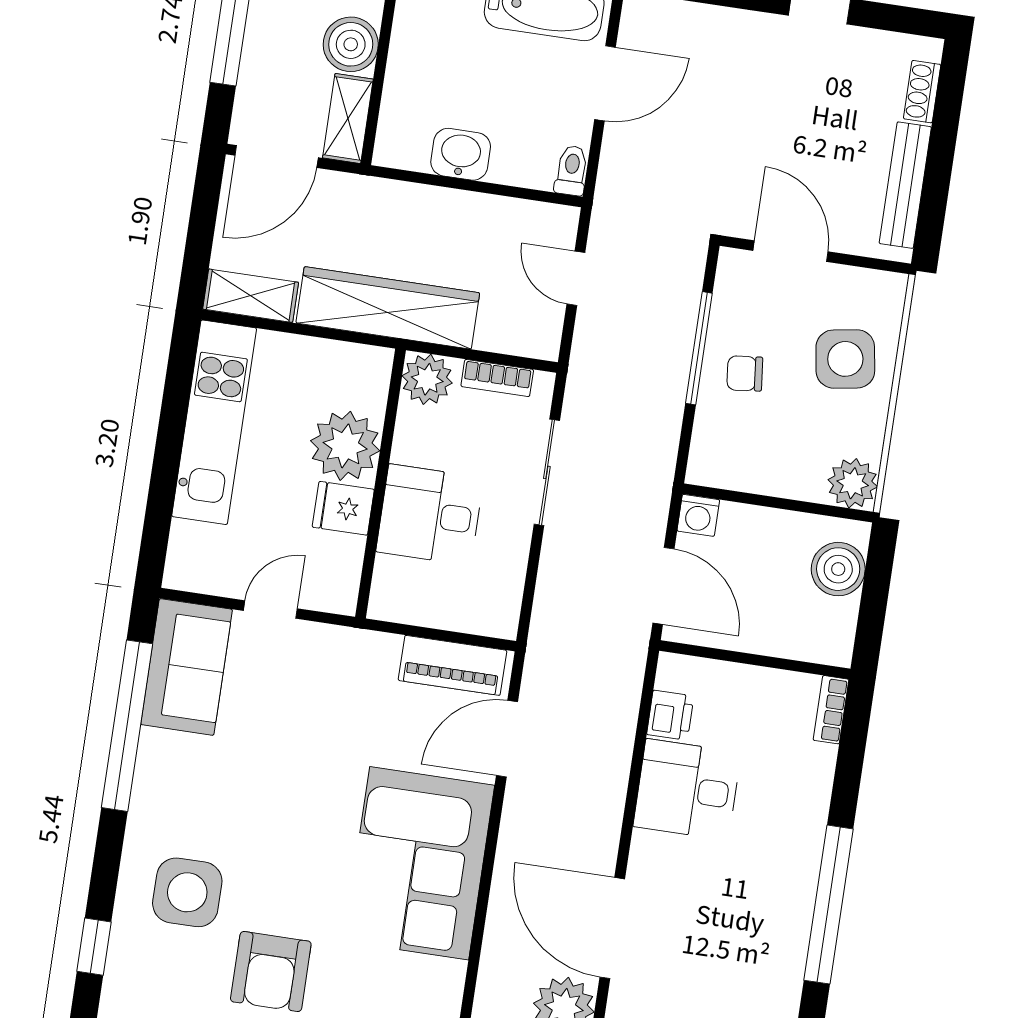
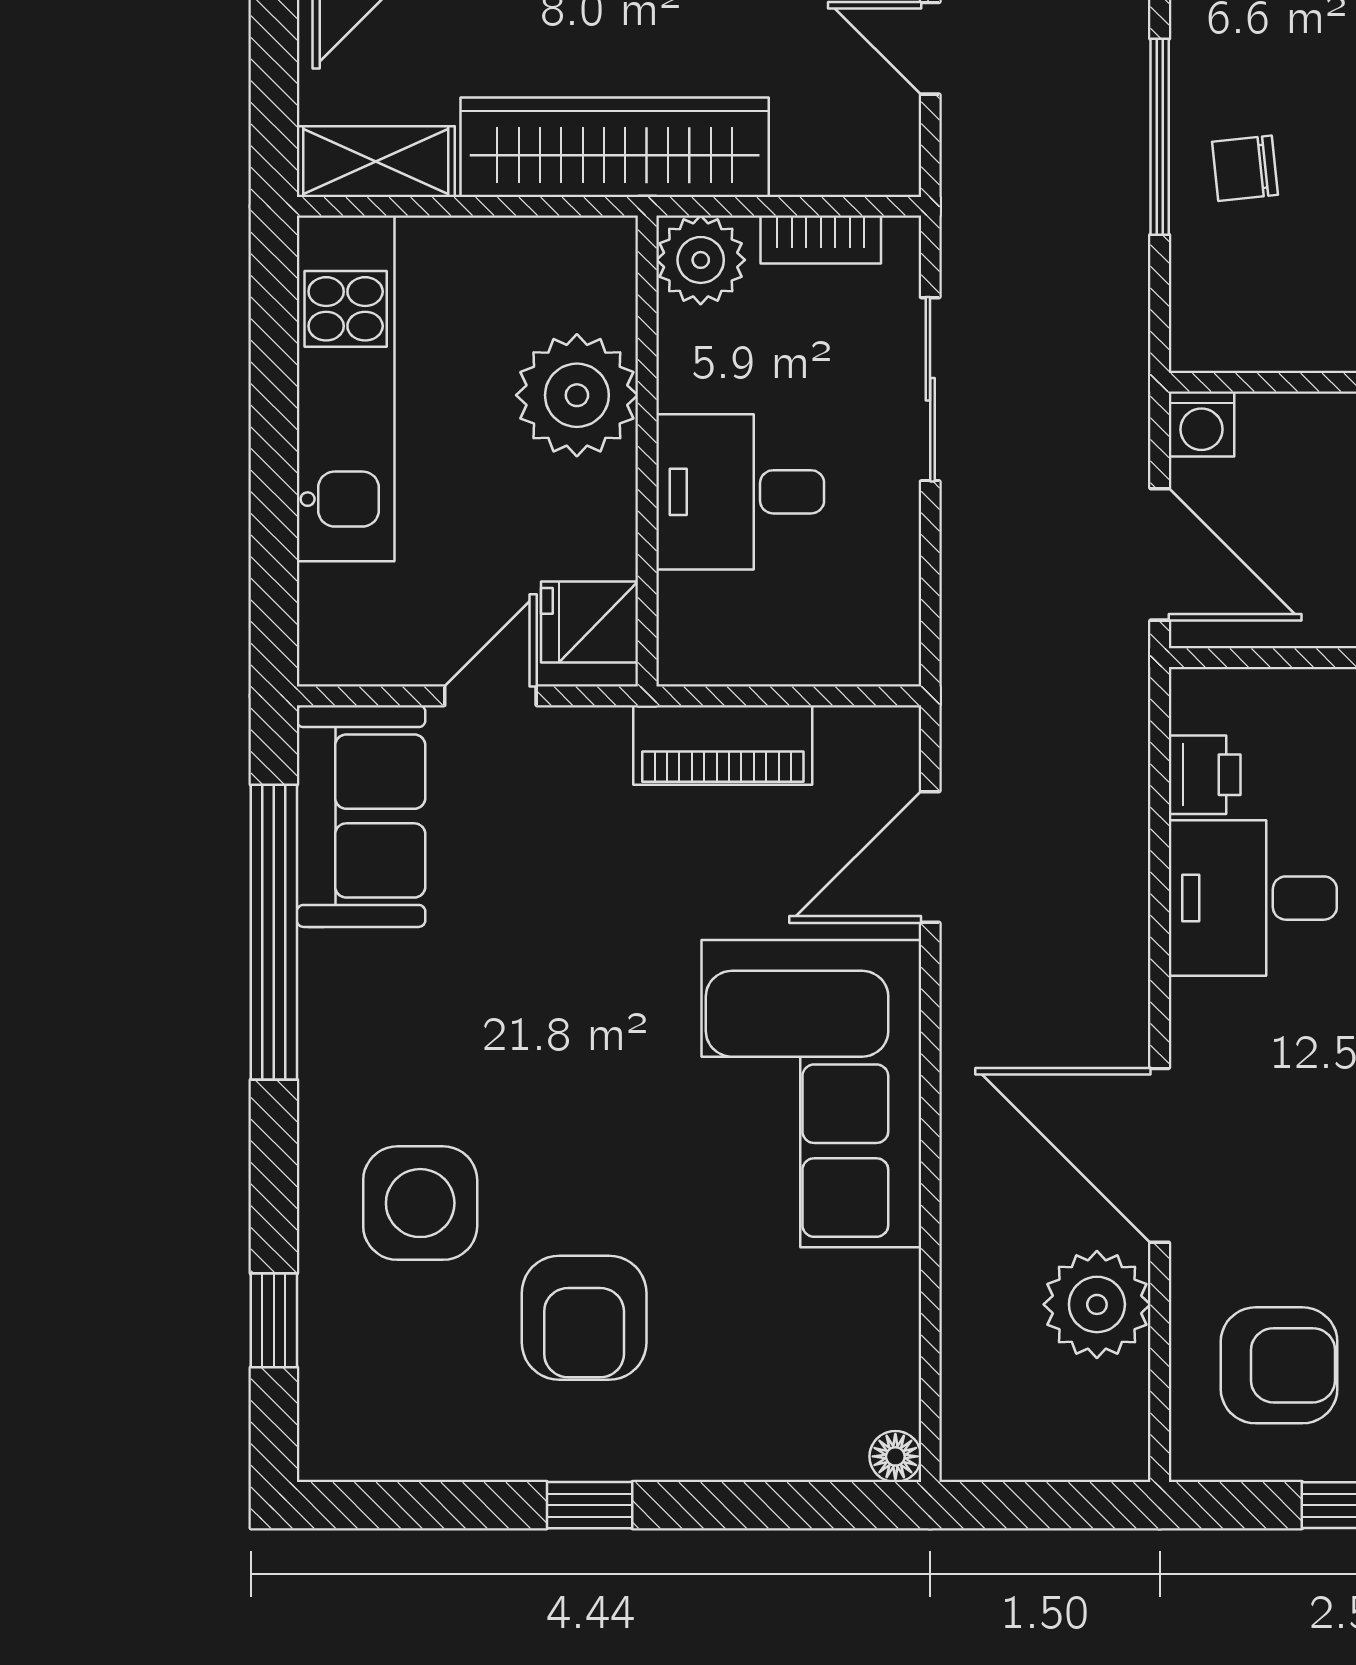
fridge: (343, 508) -> (590, 622), moved
piano: (452, 665) -> (723, 745), moved

